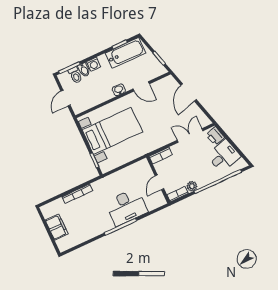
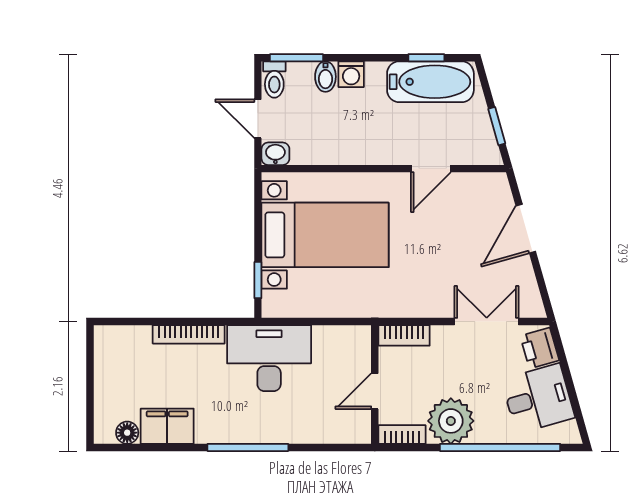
toilet: (75, 75) -> (274, 79), moved
door: (141, 86) -> (431, 169), hinge flipped
washbasin: (119, 90) -> (275, 154), moved
door: (66, 98) -> (258, 119), hinge flipped
plant: (192, 186) -> (451, 421), width x1.87, depth x1.87
desk: (126, 207) -> (269, 358), moved, turned 180
filing cabinet: (57, 227) -> (167, 426), moved, turned -90
floor lamp: (71, 243) -> (127, 433), added

